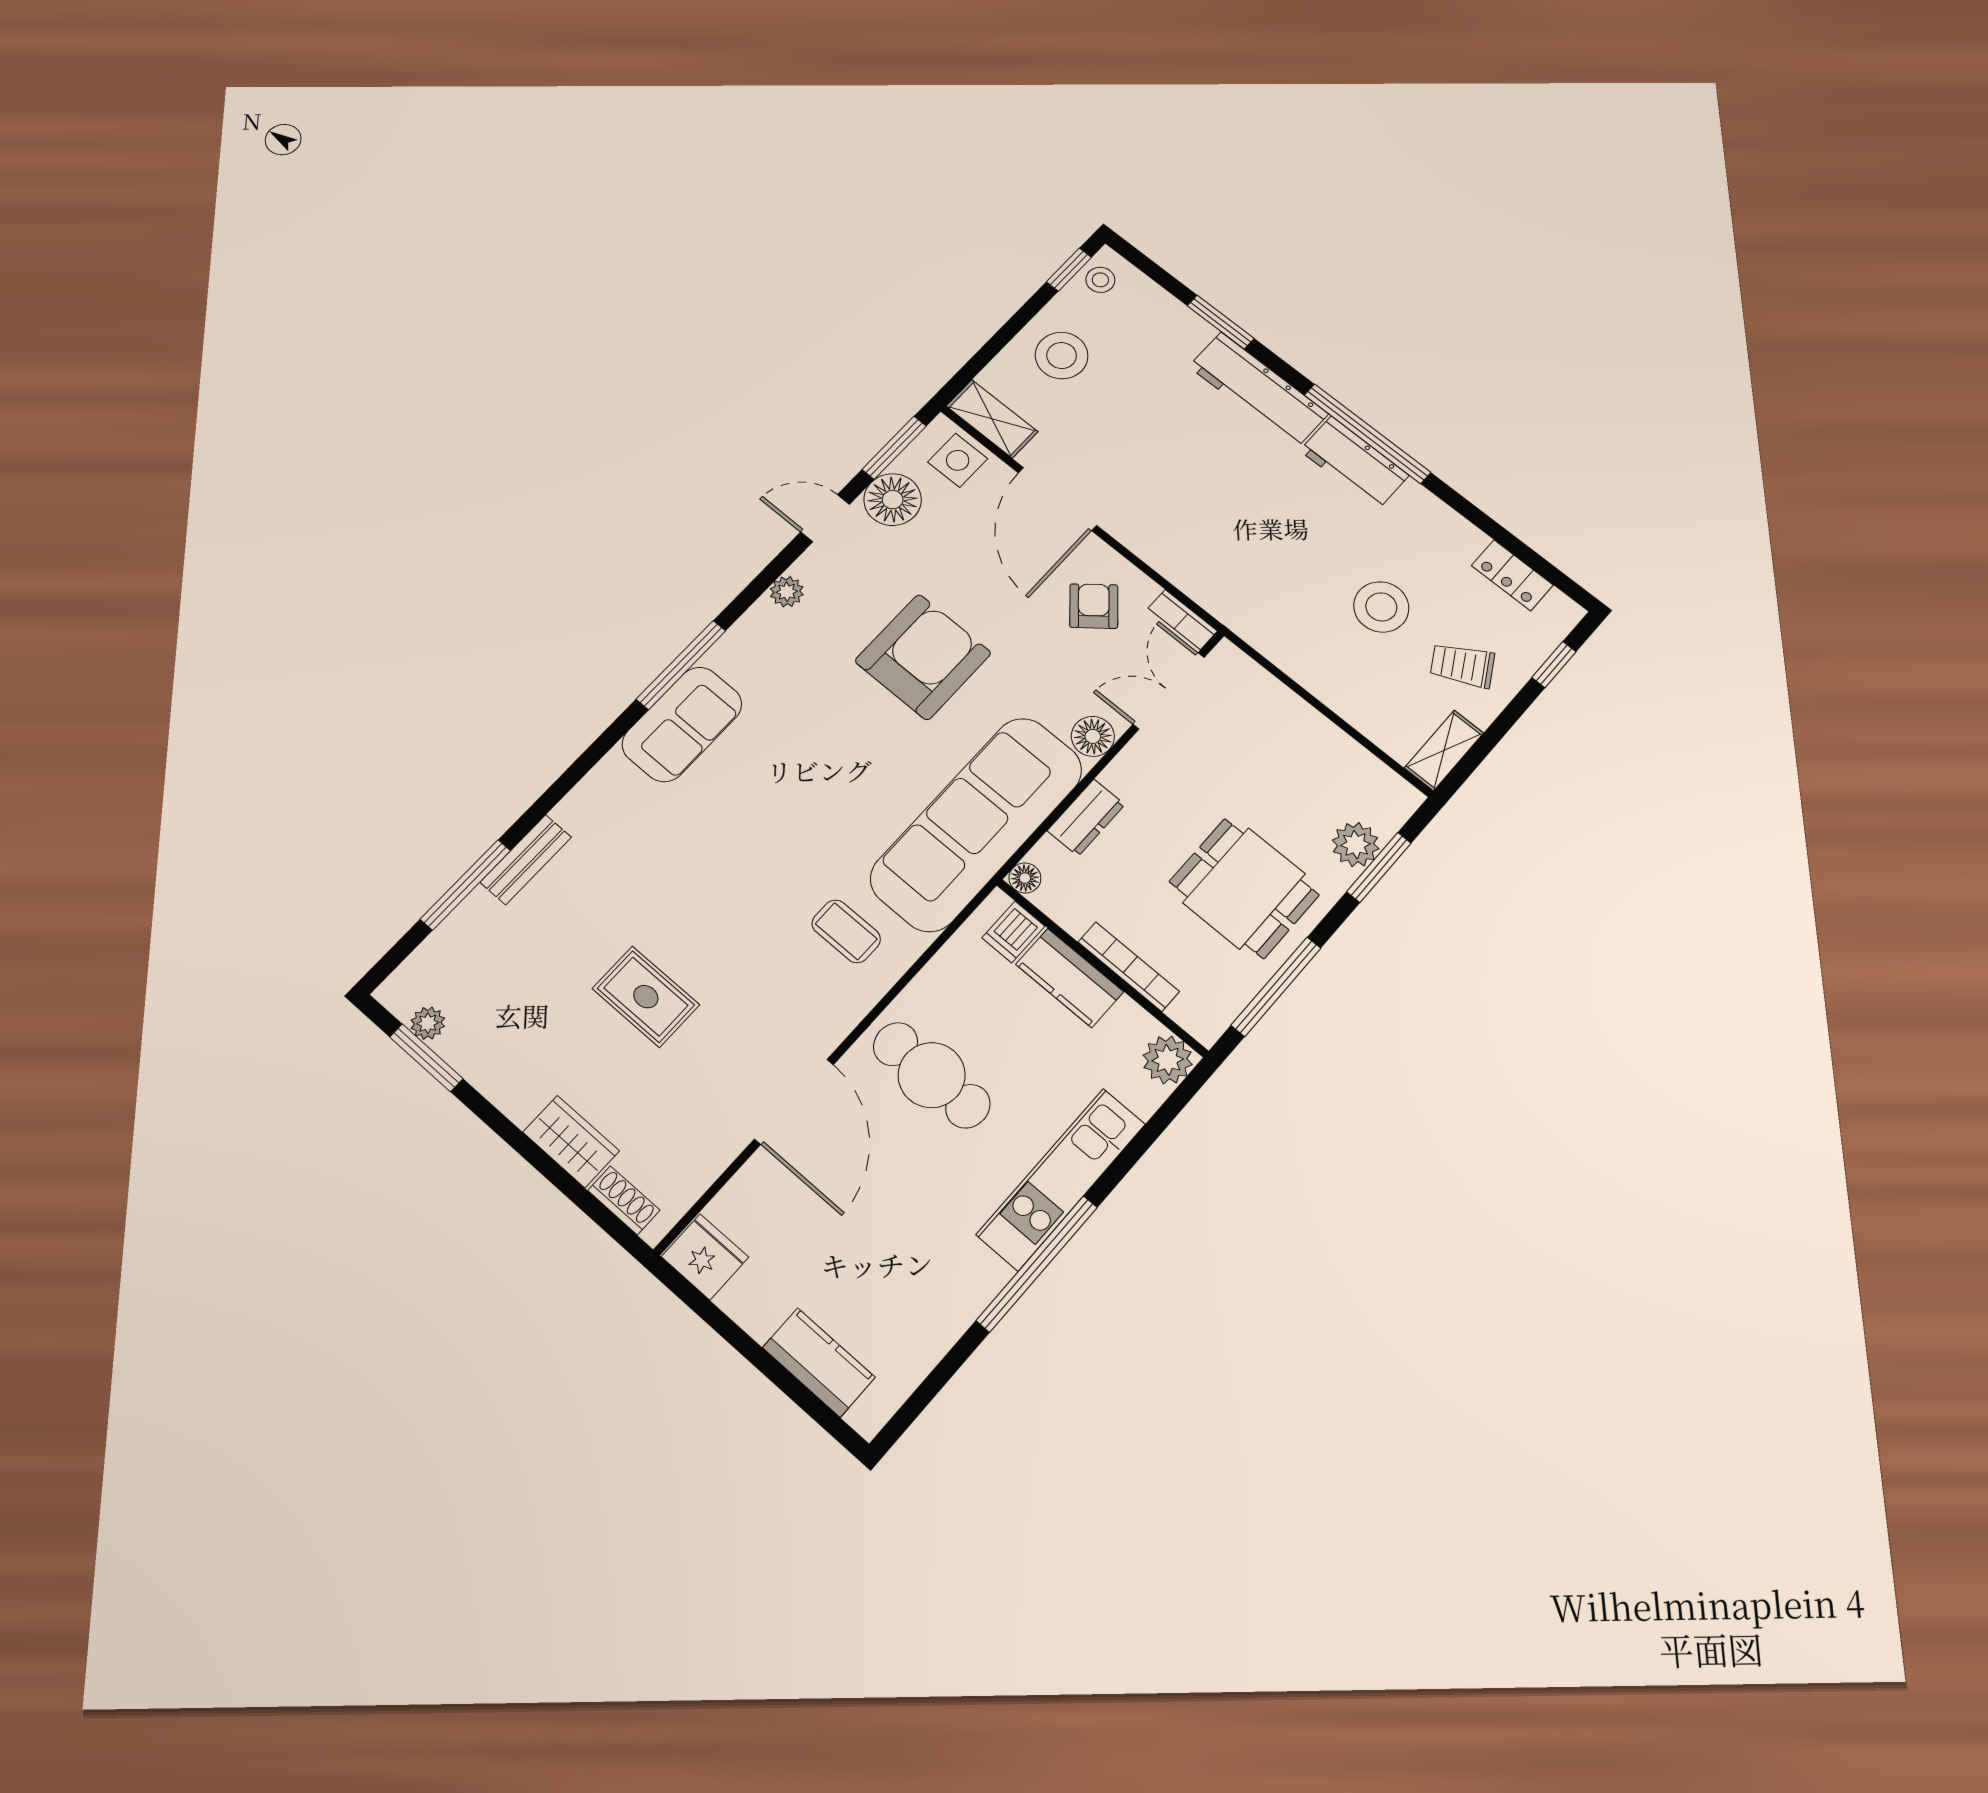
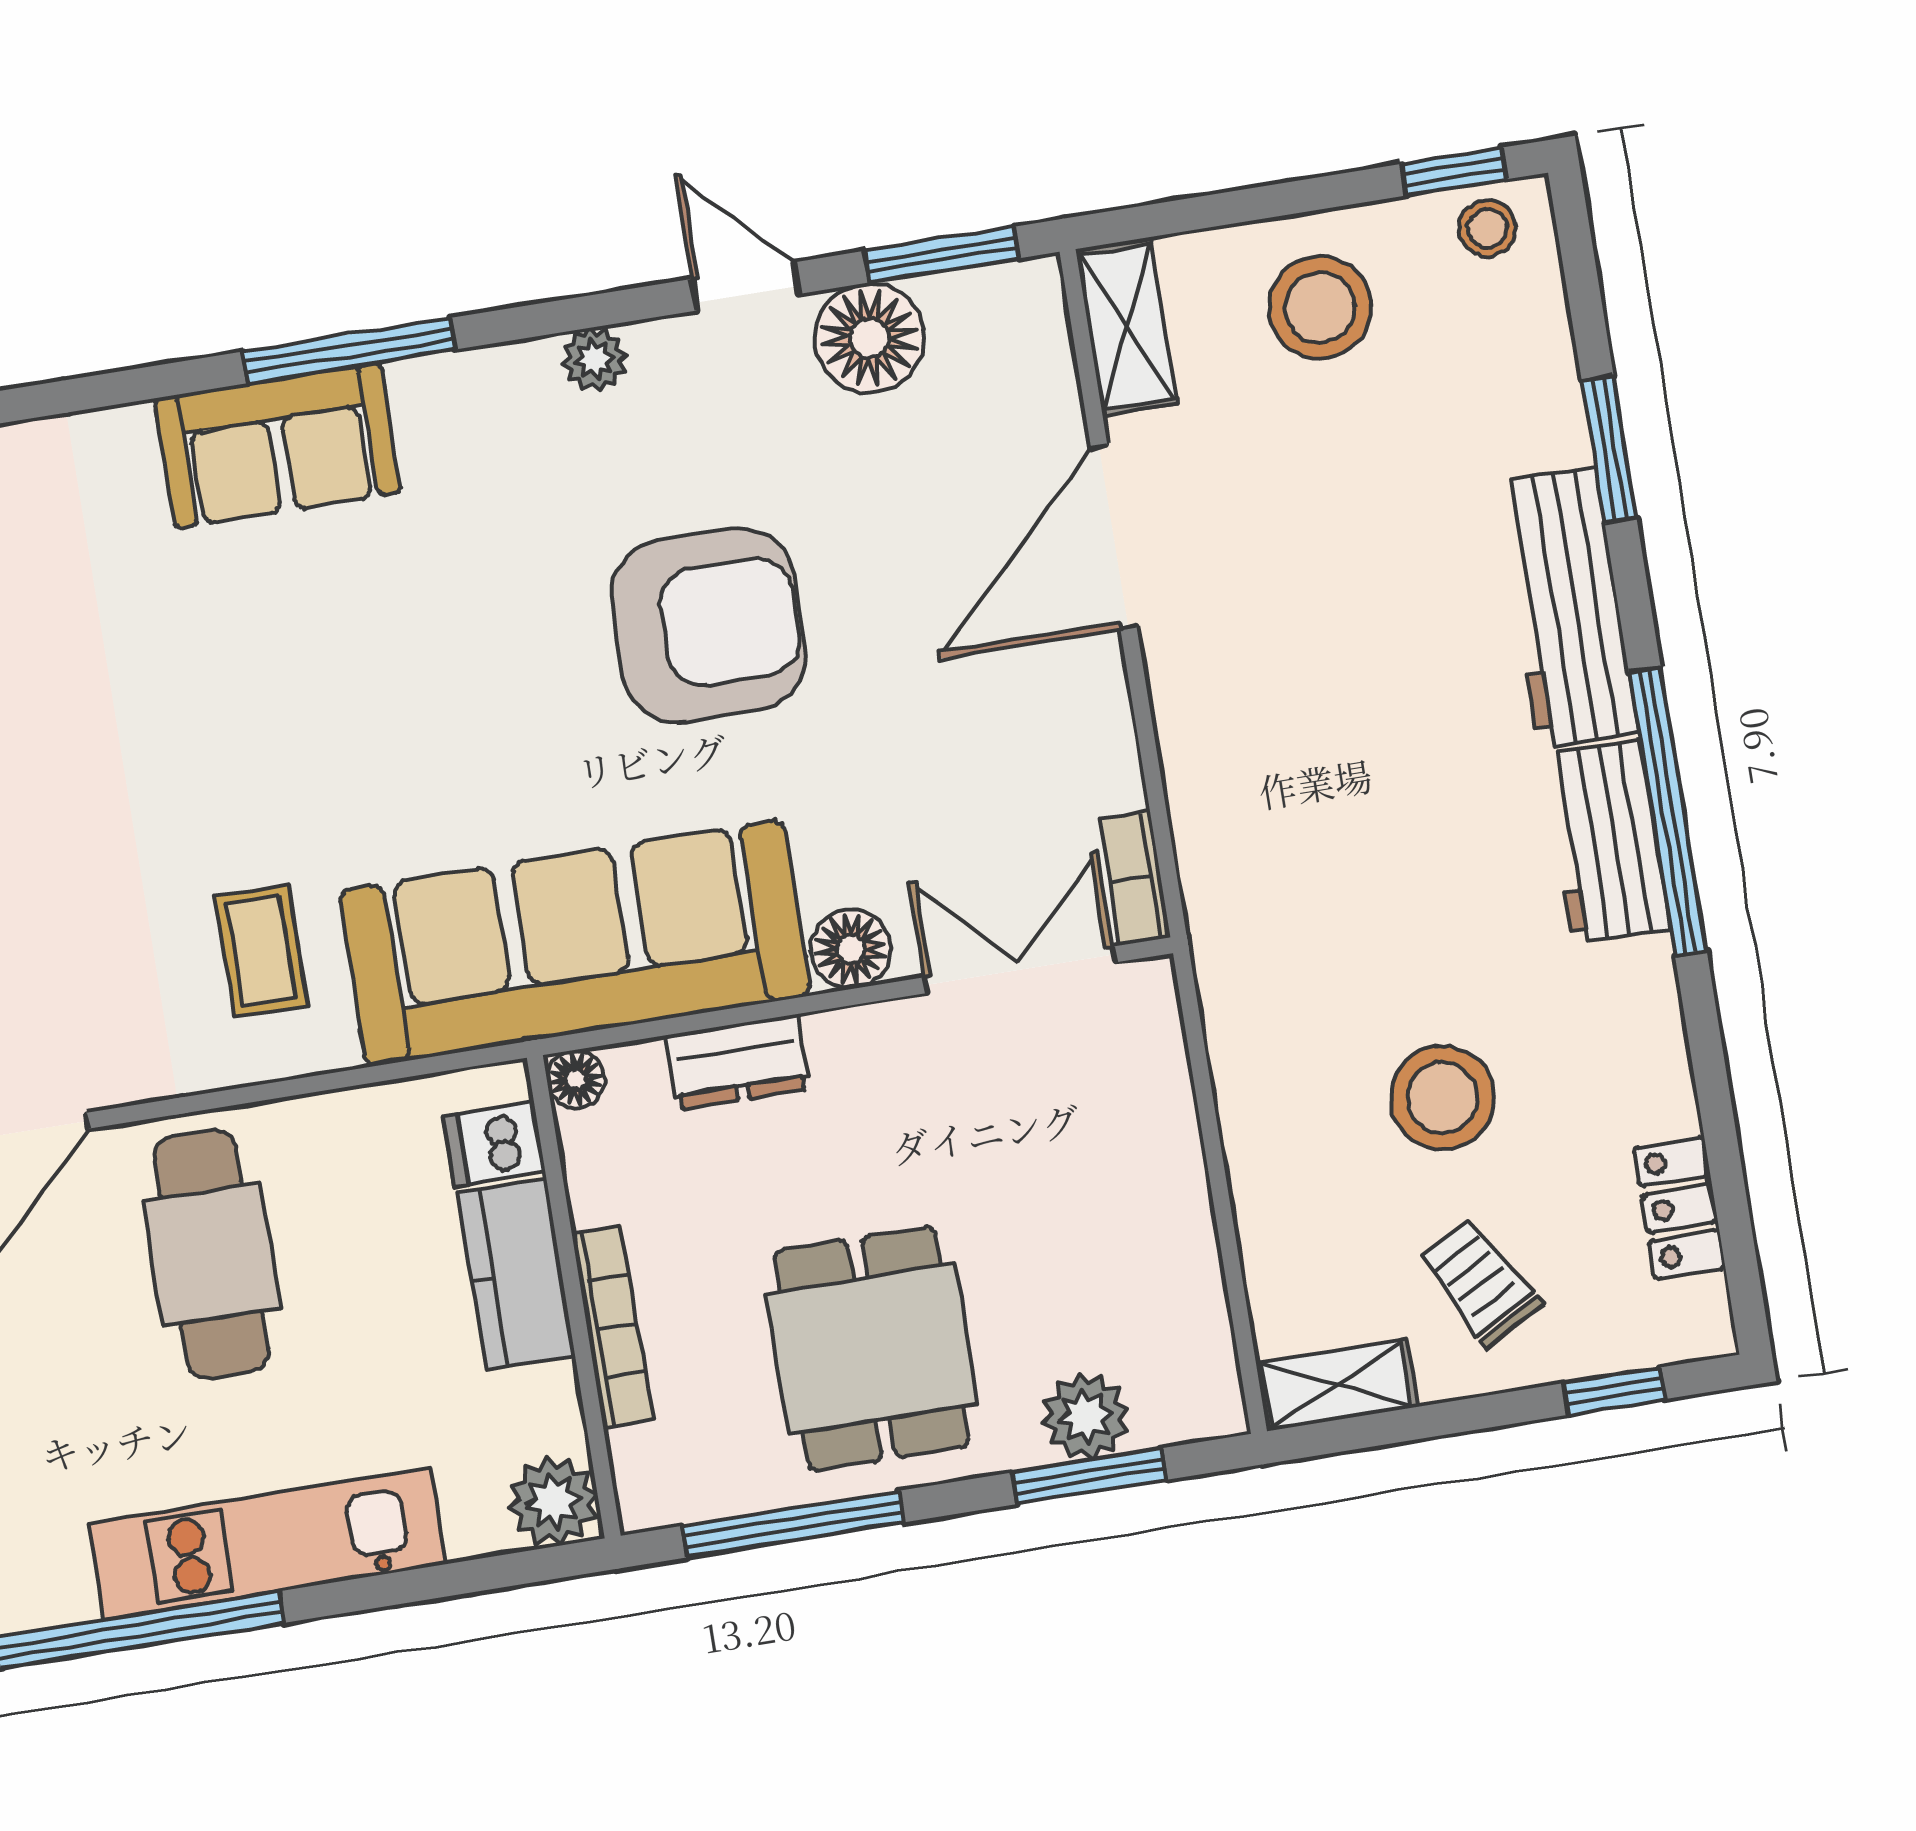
side table: (958, 460) -> (1019, 353), removed
armchair: (1094, 606) -> (1023, 750), removed

